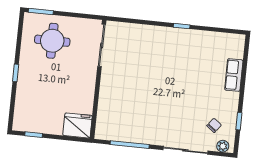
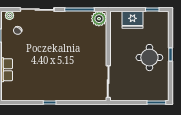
round table: (52, 41) -> (149, 58), moved
fridge: (78, 125) -> (133, 20), moved
plant: (105, 130) -> (99, 19), added

